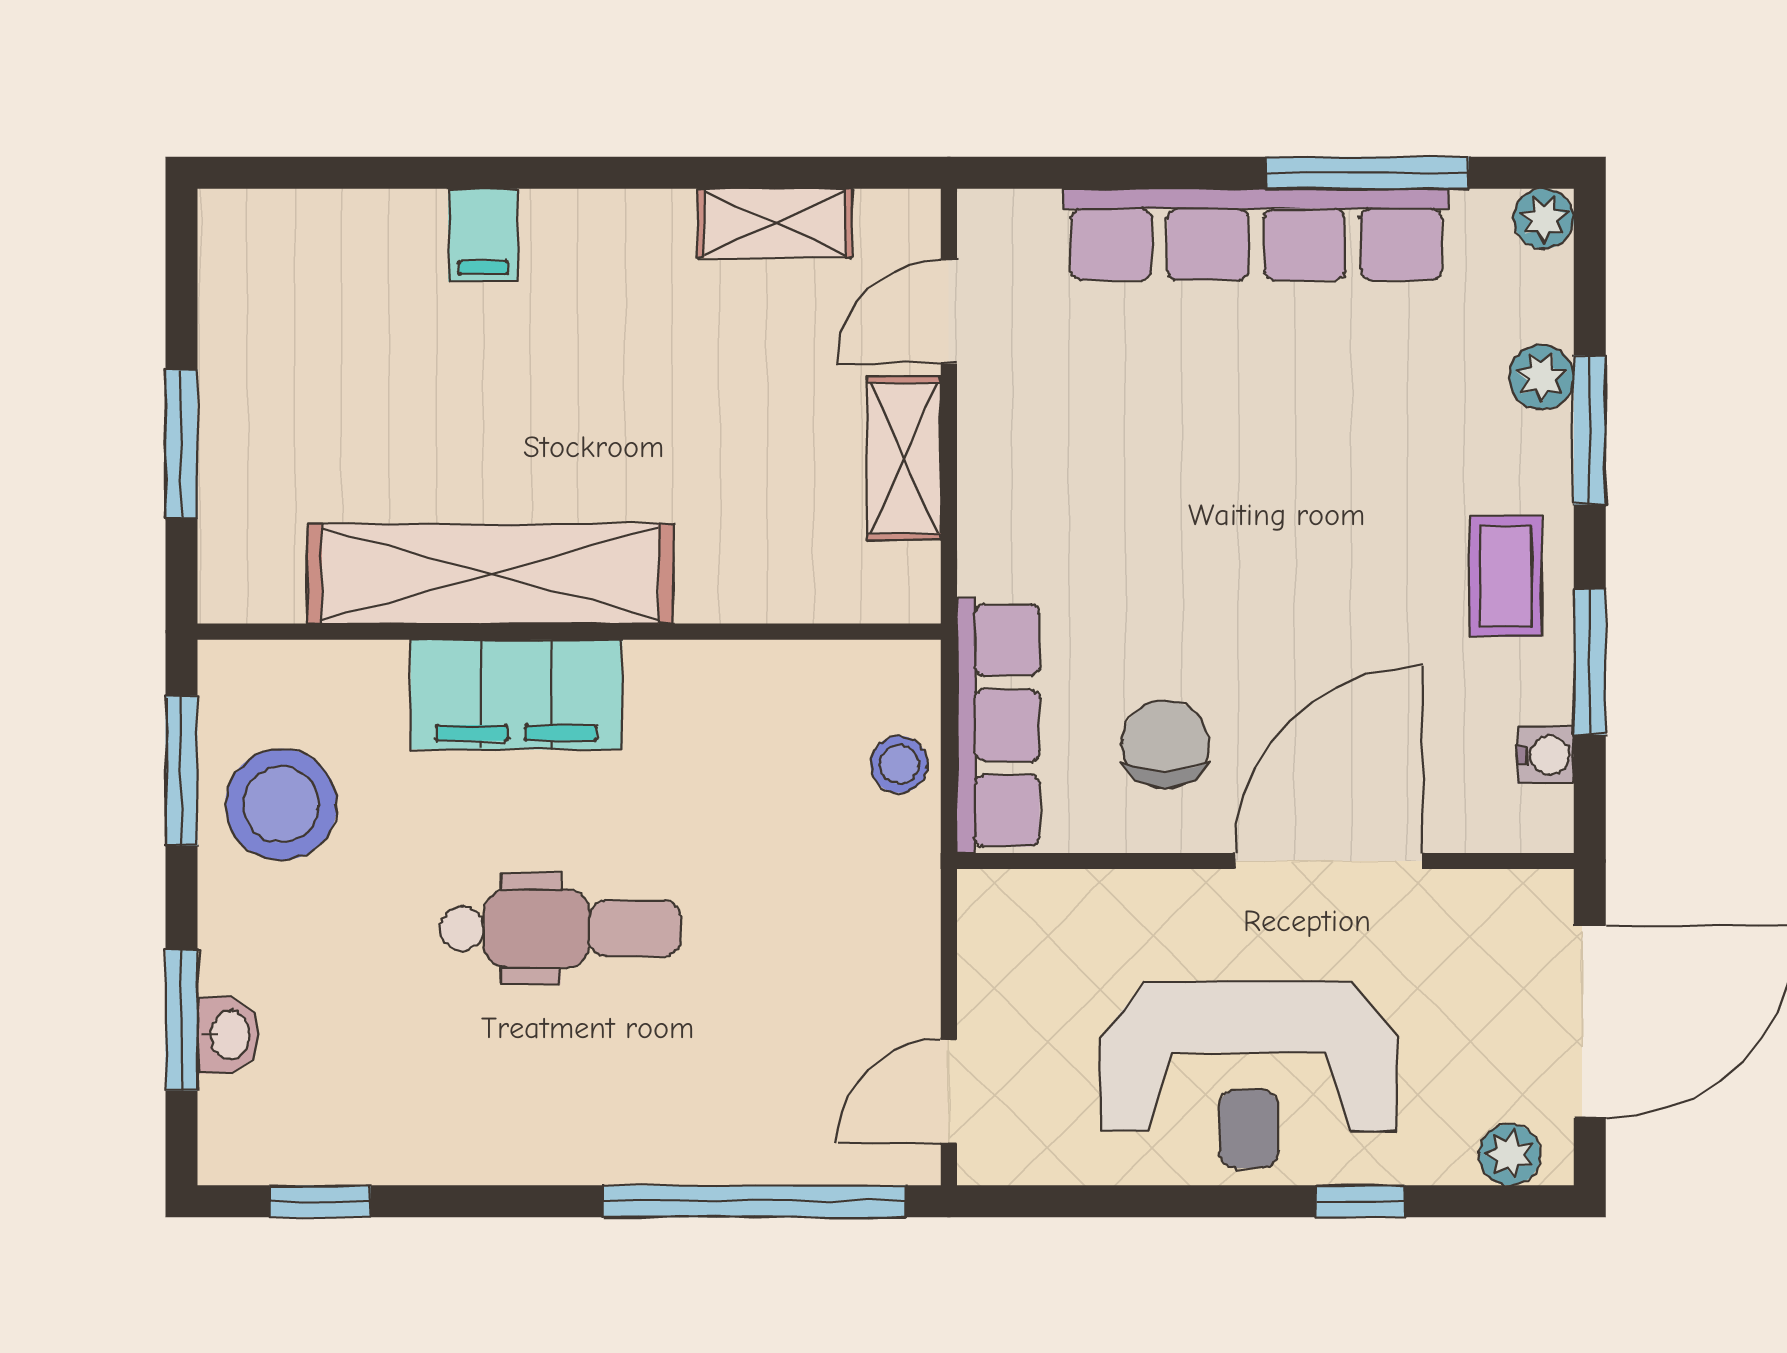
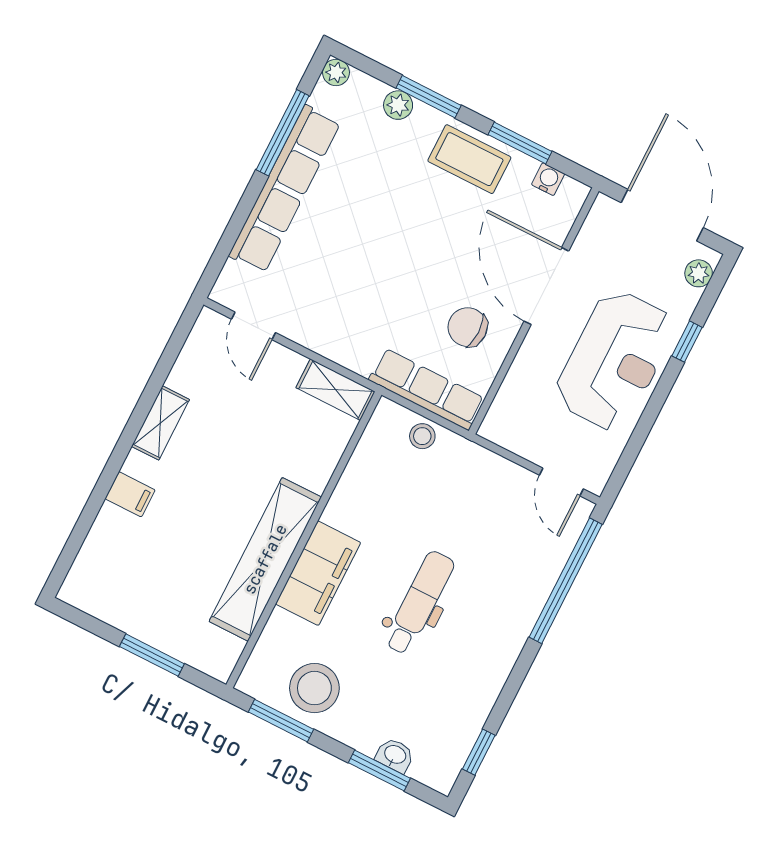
shelving: (775, 223) -> (160, 423), moved
shelving: (904, 458) -> (335, 390), moved
coffee table: (1505, 576) -> (469, 159), width x1.36, depth x1.30

